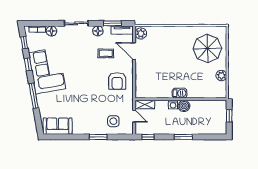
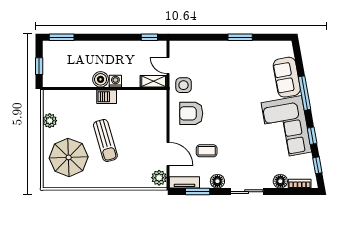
sun lounger: (180, 61) -> (105, 140), added
armchair: (117, 81) -> (191, 113), turned -90
side table: (113, 121) -> (184, 85), moved
sofa: (58, 126) -> (287, 77), moved, turned 80
window: (98, 137) -> (240, 37), moved
window: (183, 137) -> (62, 37), moved

